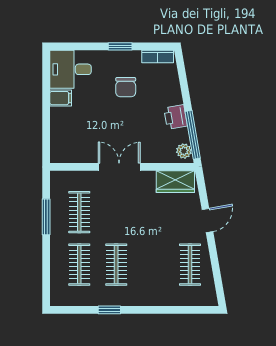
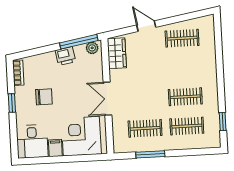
corner desk: (74, 131) -> (81, 136), added
window: (109, 310) -> (223, 122), moved

